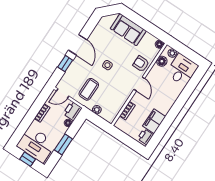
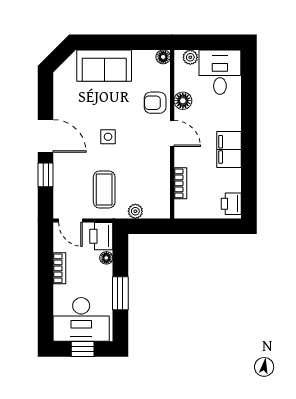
floor lamp: (162, 61) -> (183, 101), moved
door: (63, 94) -> (70, 221), hinge flipped
filing cabinet: (154, 121) -> (229, 149), moved

